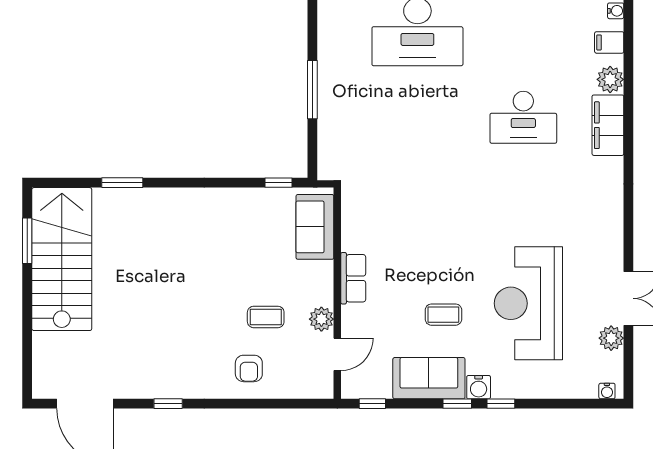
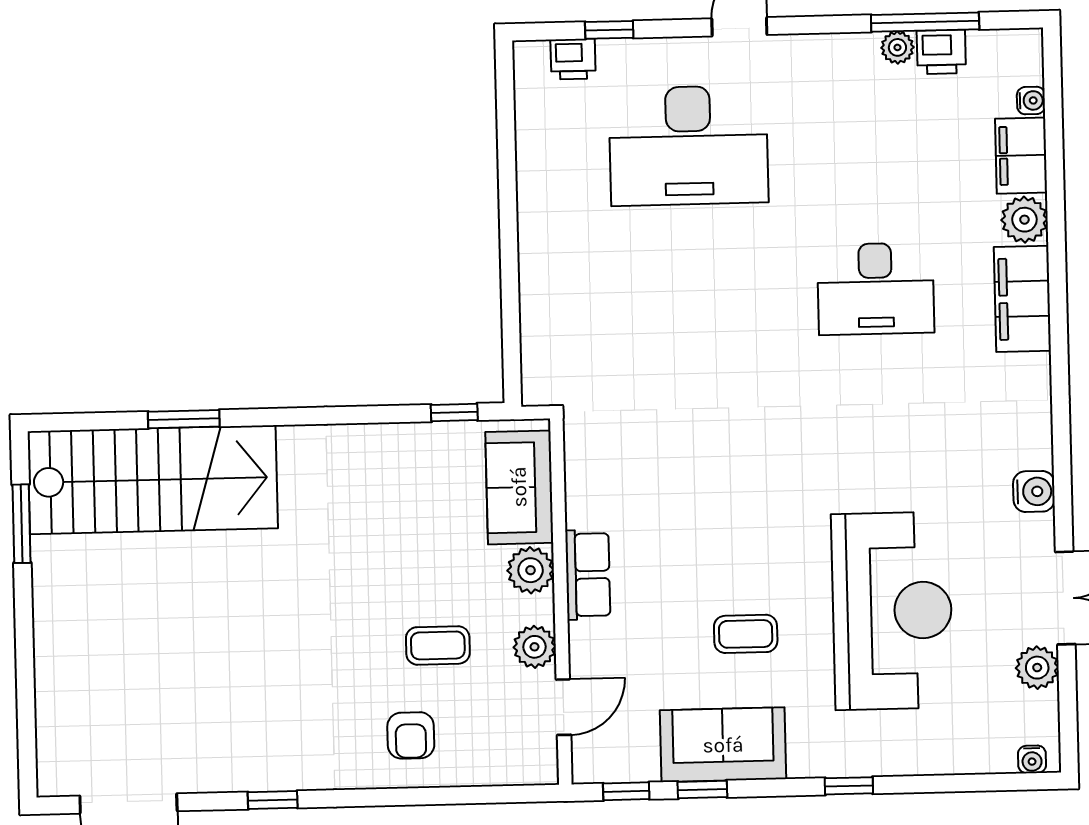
filing cabinet: (609, 42) -> (1021, 156), width x2.00
window: (312, 90) -> (509, 250), removed
stairs: (62, 259) -> (153, 480), moved, turned 90
plant: (320, 275) -> (531, 570), added
reception desk: (528, 303) -> (892, 611), turned 180
water cooler: (479, 387) -> (1034, 491), moved, turned -90
window: (457, 404) -> (702, 789), moved

